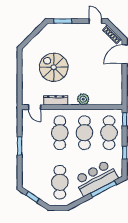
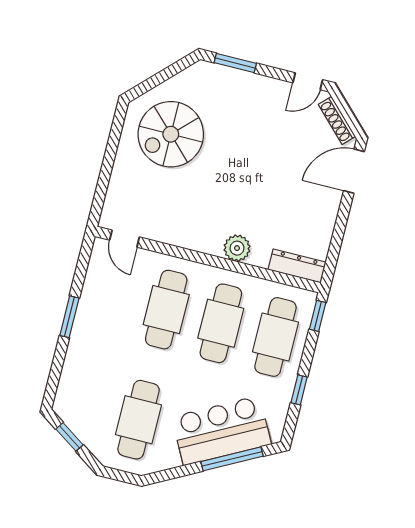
door: (95, 21) -> (308, 81), swing flipped
spiral stairs: (54, 67) -> (171, 134), moved, turned -90
dresser: (56, 100) -> (297, 266), moved

